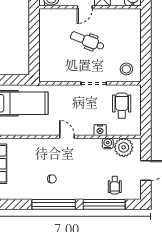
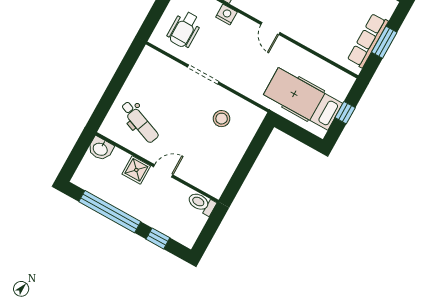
dental chair: (87, 41) -> (140, 122), moved
stool: (126, 69) -> (222, 119), moved

